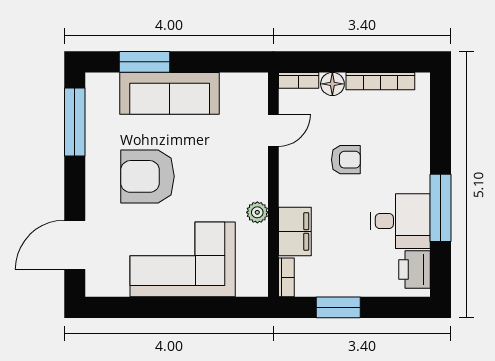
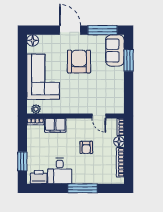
sofa: (170, 93) -> (115, 50), moved, width x0.73
window: (440, 208) -> (83, 188), moved
plant: (257, 212) -> (36, 109), moved
door: (75, 245) -> (70, 30), moved
floor lamp: (99, 284) -> (33, 40), added
window: (338, 307) -> (22, 161), moved

